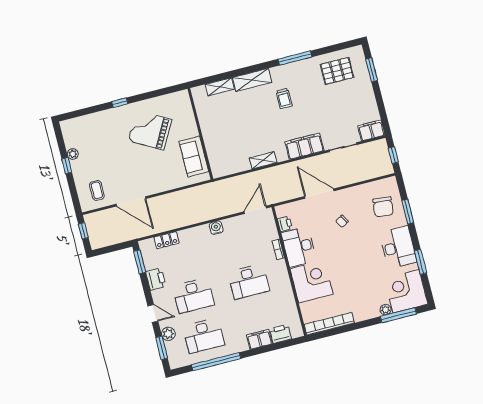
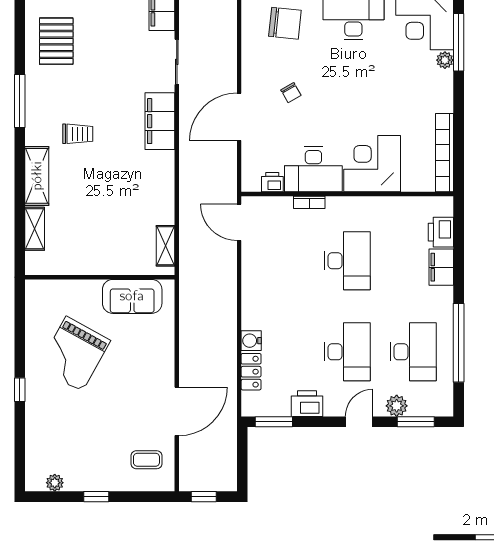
plant: (73, 154) -> (55, 483), moved
shelving: (263, 160) -> (165, 246), moved
water cooler: (216, 228) -> (251, 341), moved

